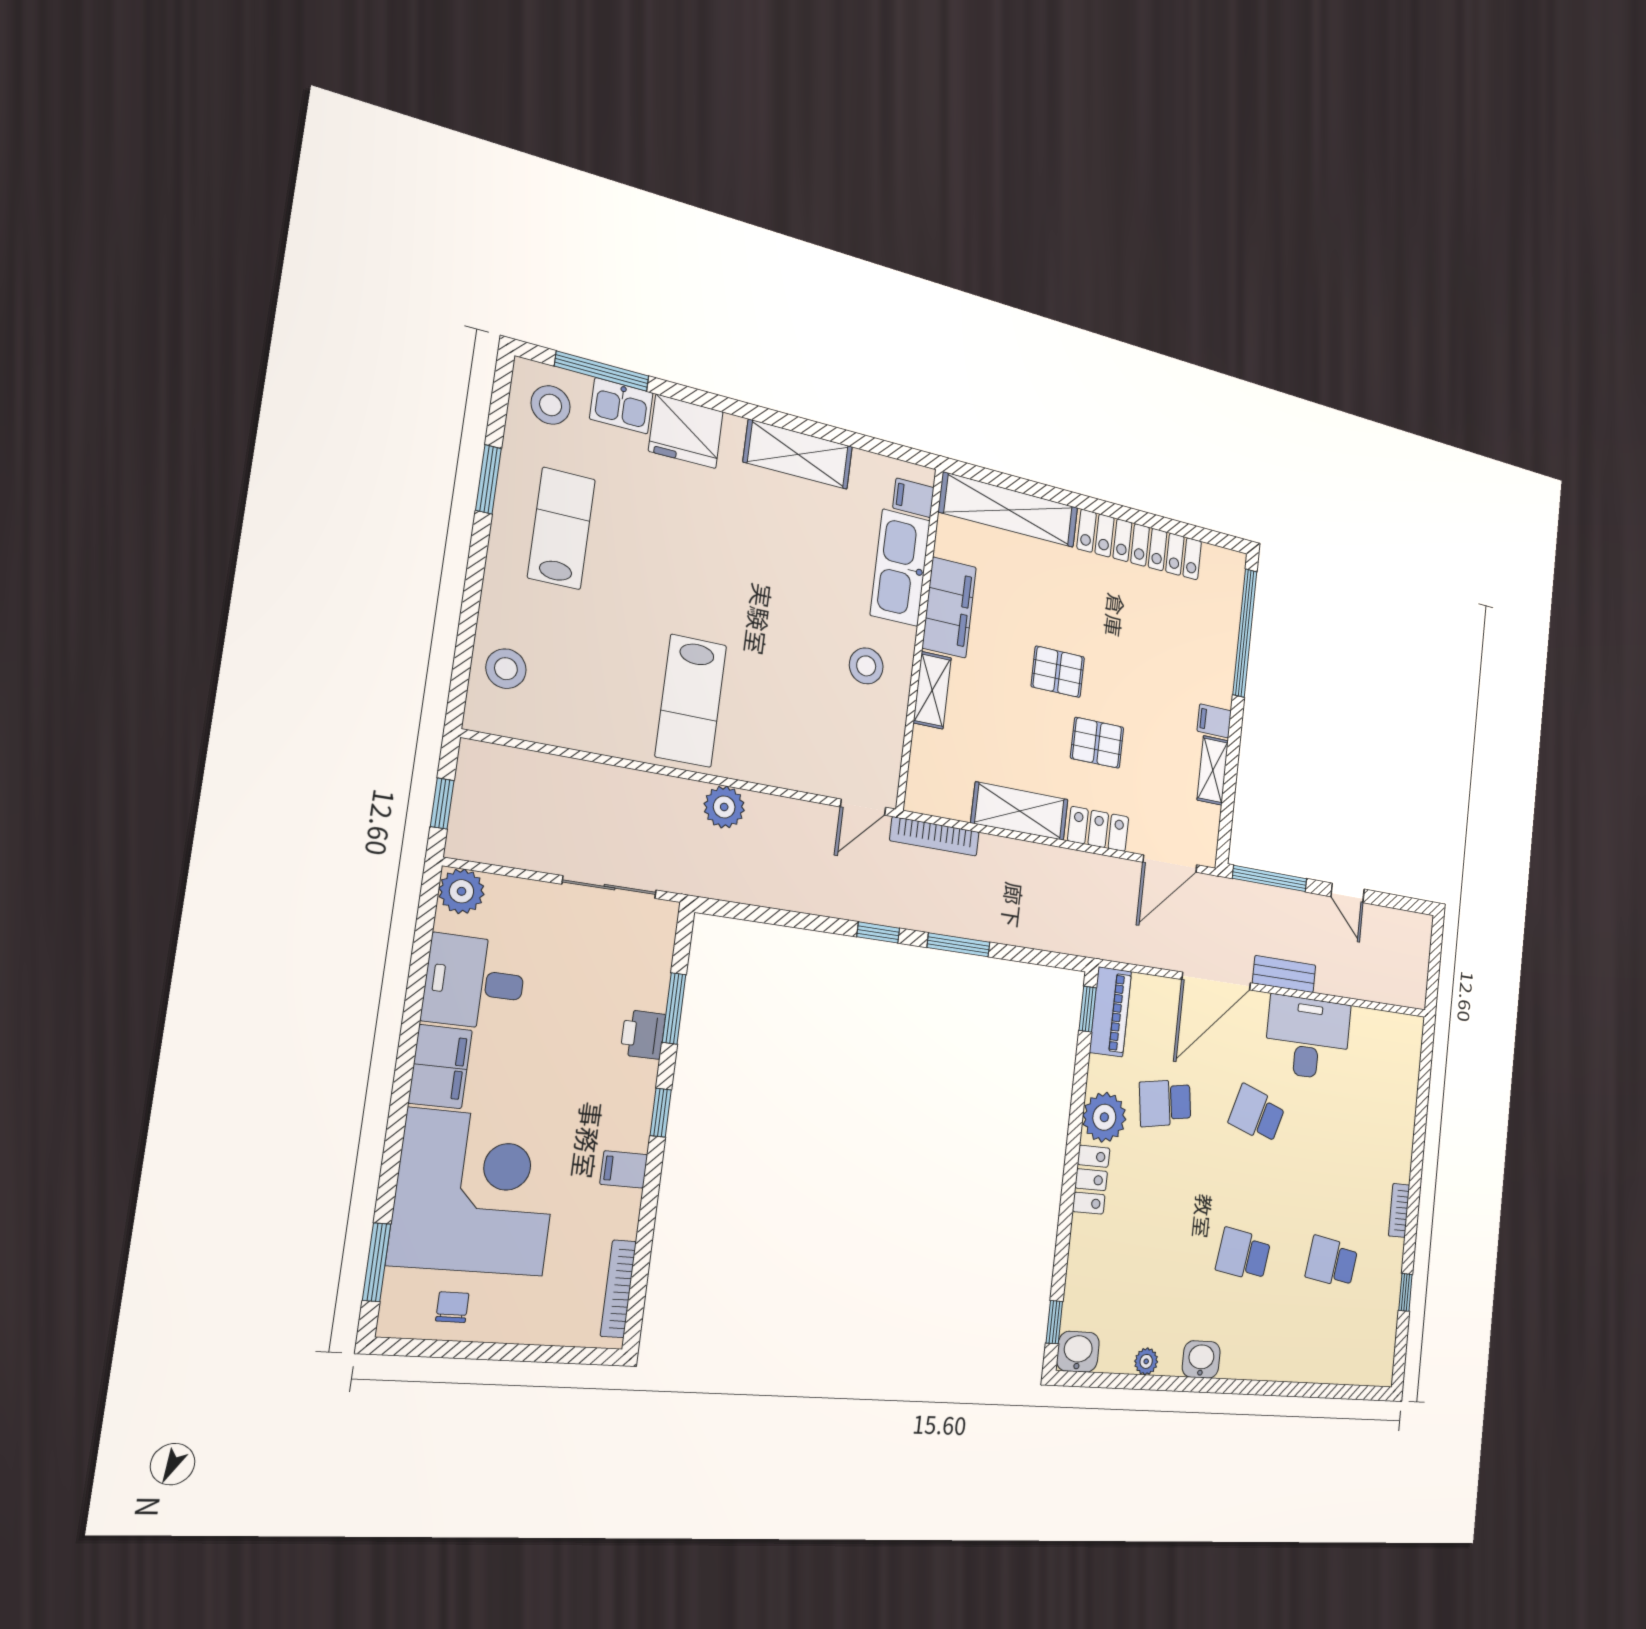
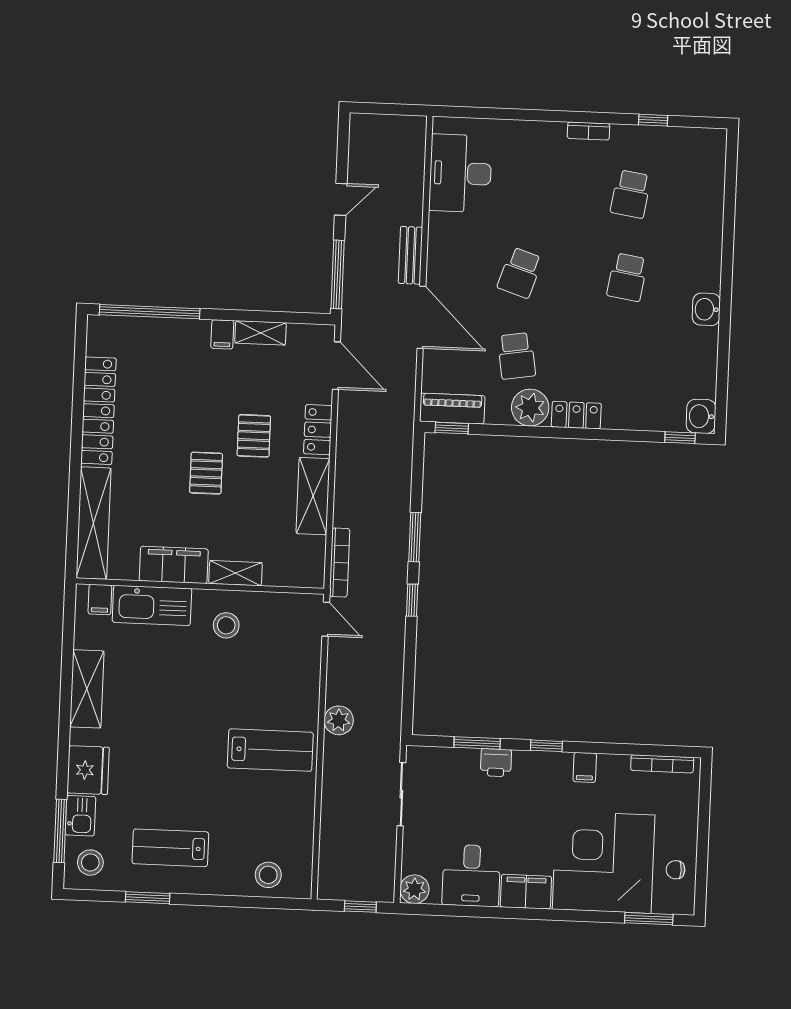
desk: (1308, 1038) -> (460, 173), moved
plant: (1146, 1361) -> (708, 358), removed

